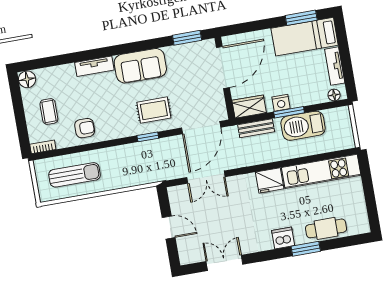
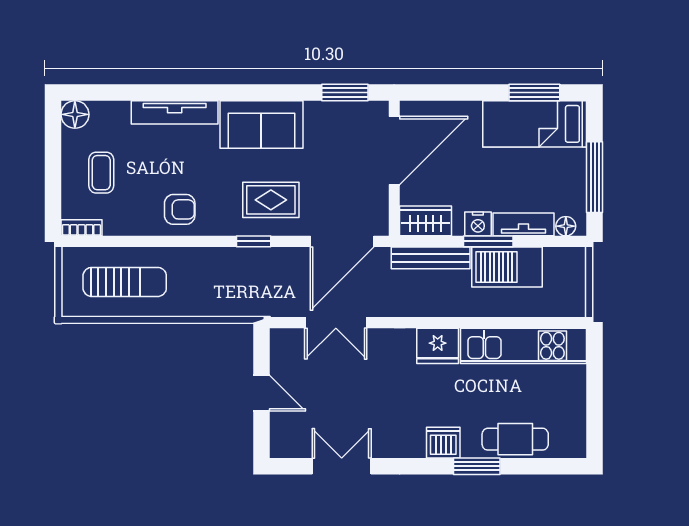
window: (346, 62) -> (595, 177), added
tv unit: (94, 66) -> (175, 112), width x1.41
tv unit: (335, 66) -> (524, 224), moved, turned 90
armchair: (85, 128) -> (180, 209), moved
bench: (256, 128) -> (431, 258), width x1.36

